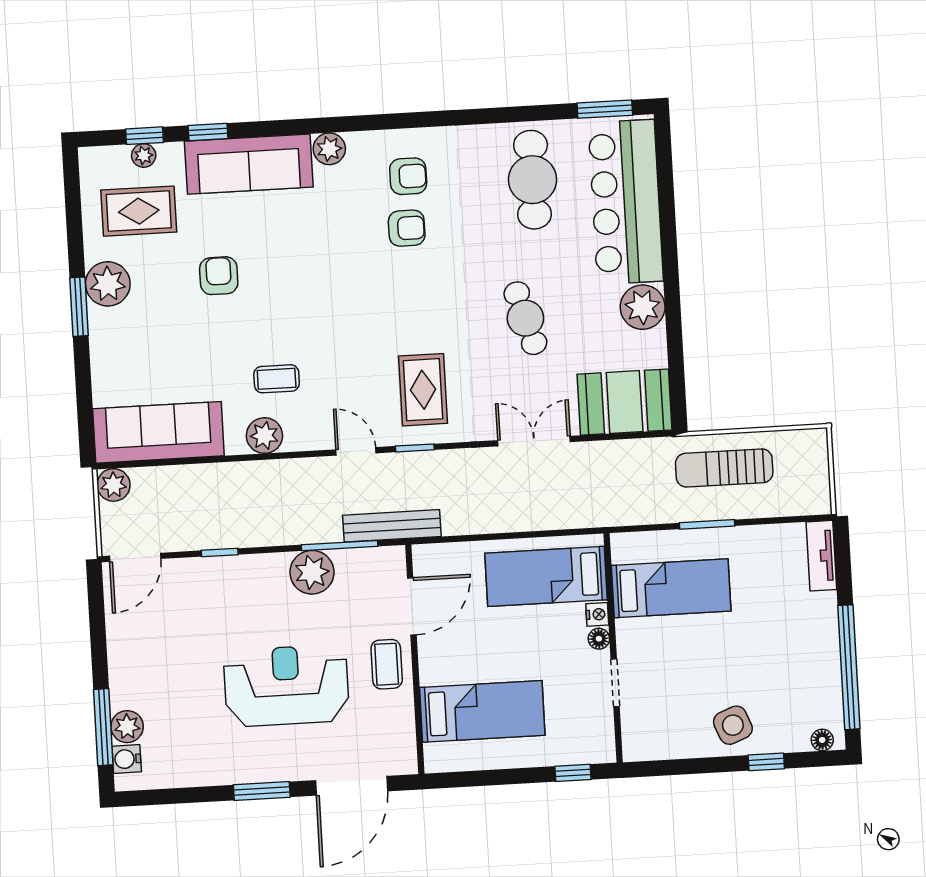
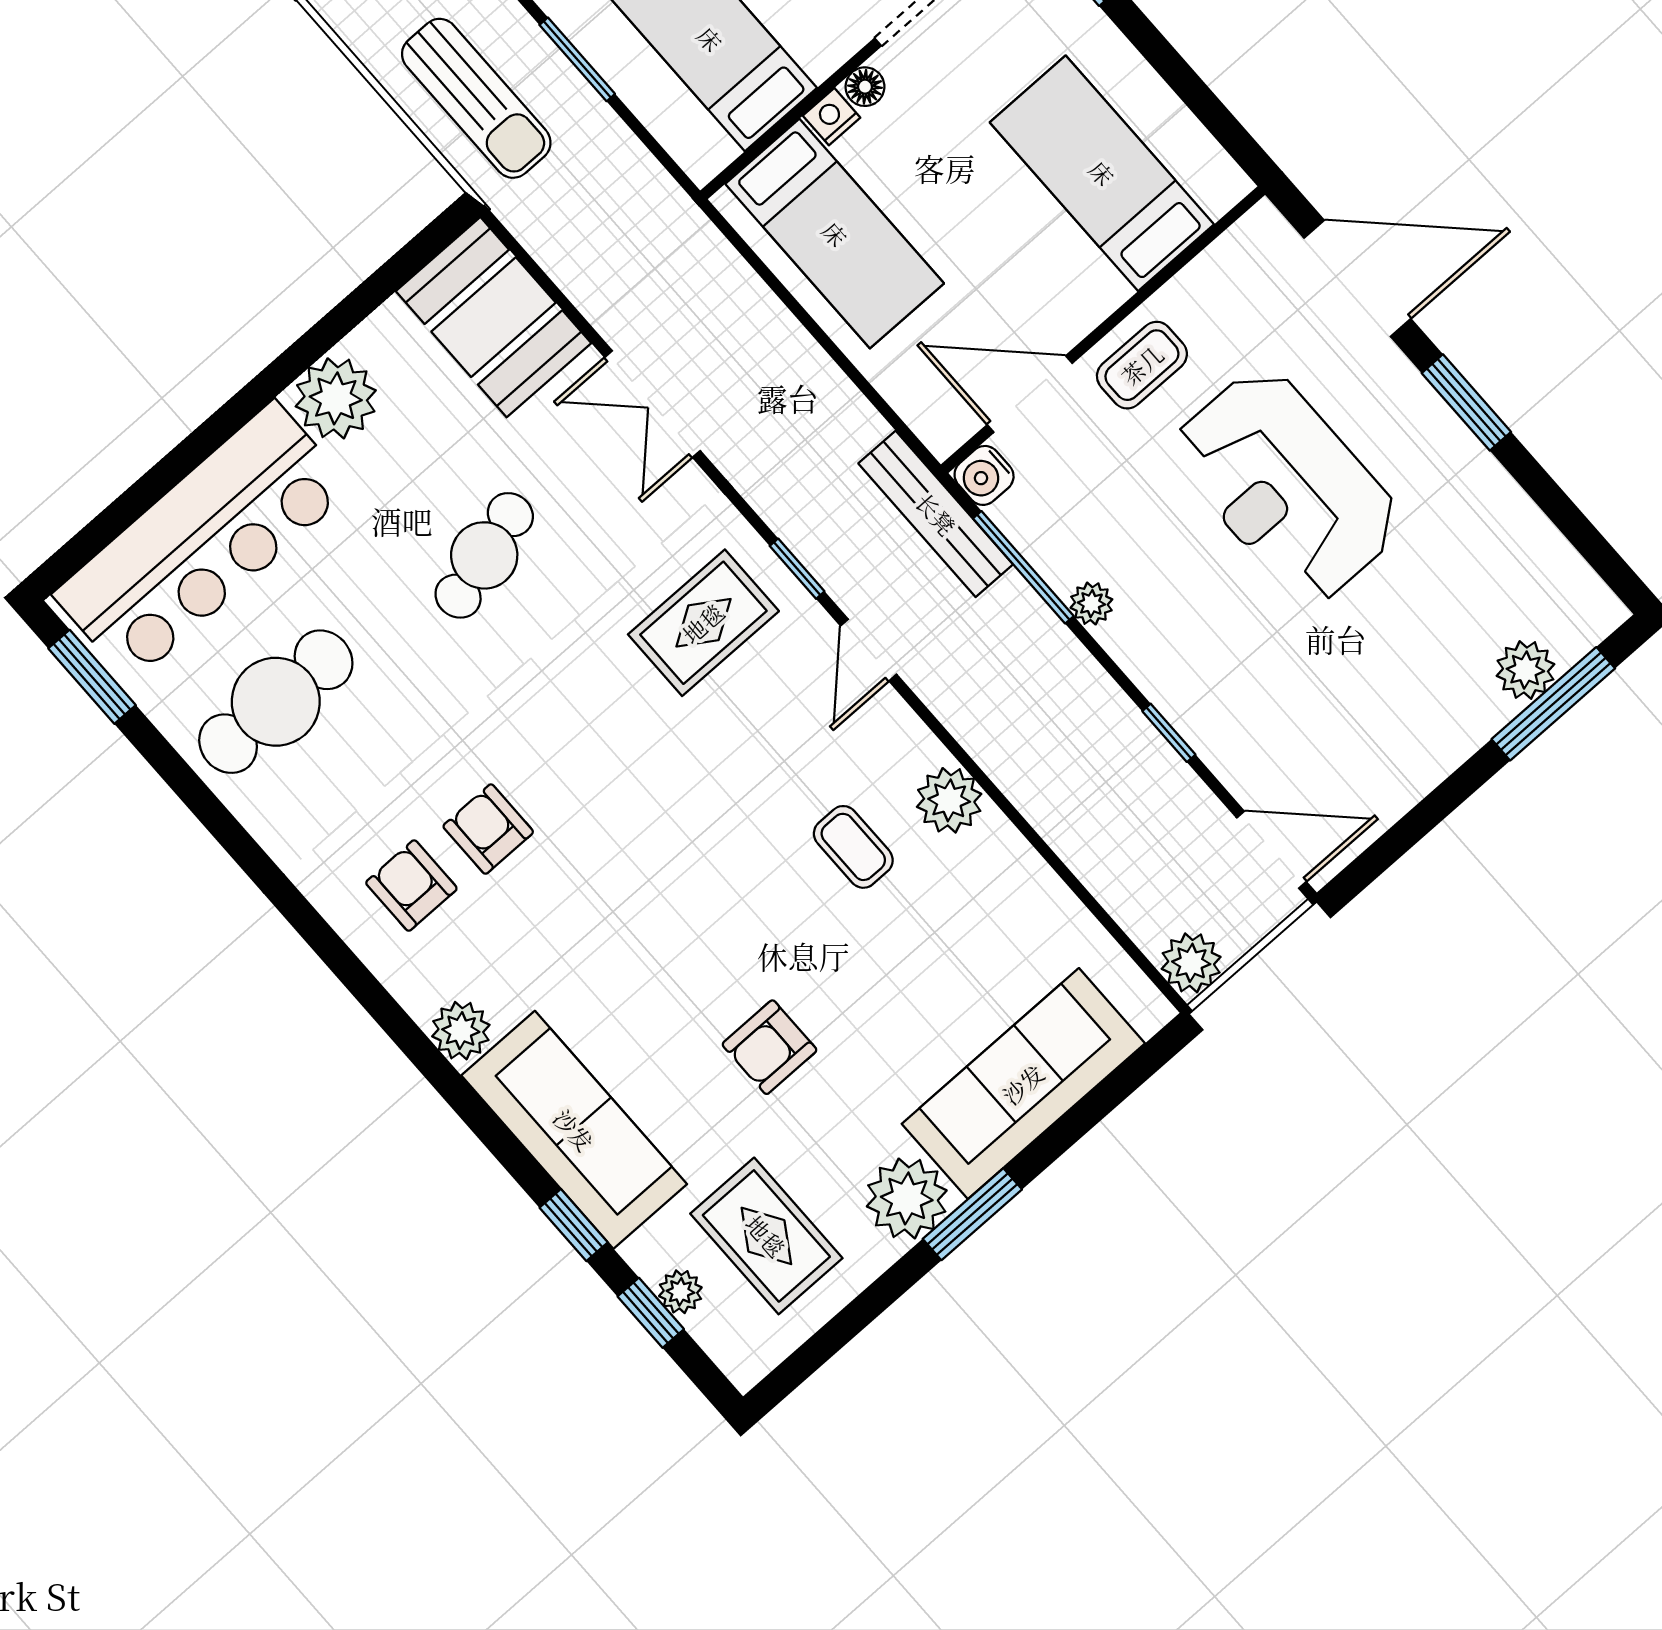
sofa: (158, 432) -> (1023, 1084), moved, turned 90
plant: (312, 572) -> (1091, 604), width x0.53, depth x0.53
water cooler: (127, 759) -> (984, 475), moved, turned 90

